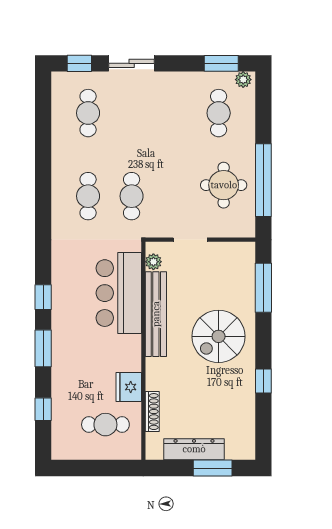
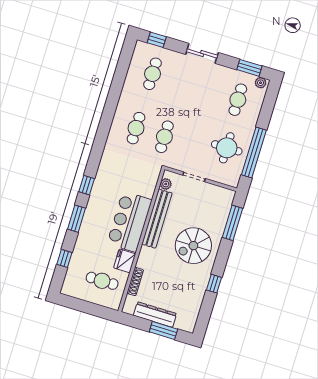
sliding door: (132, 63) -> (202, 53), moved
bar counter: (119, 293) -> (129, 222), moved

